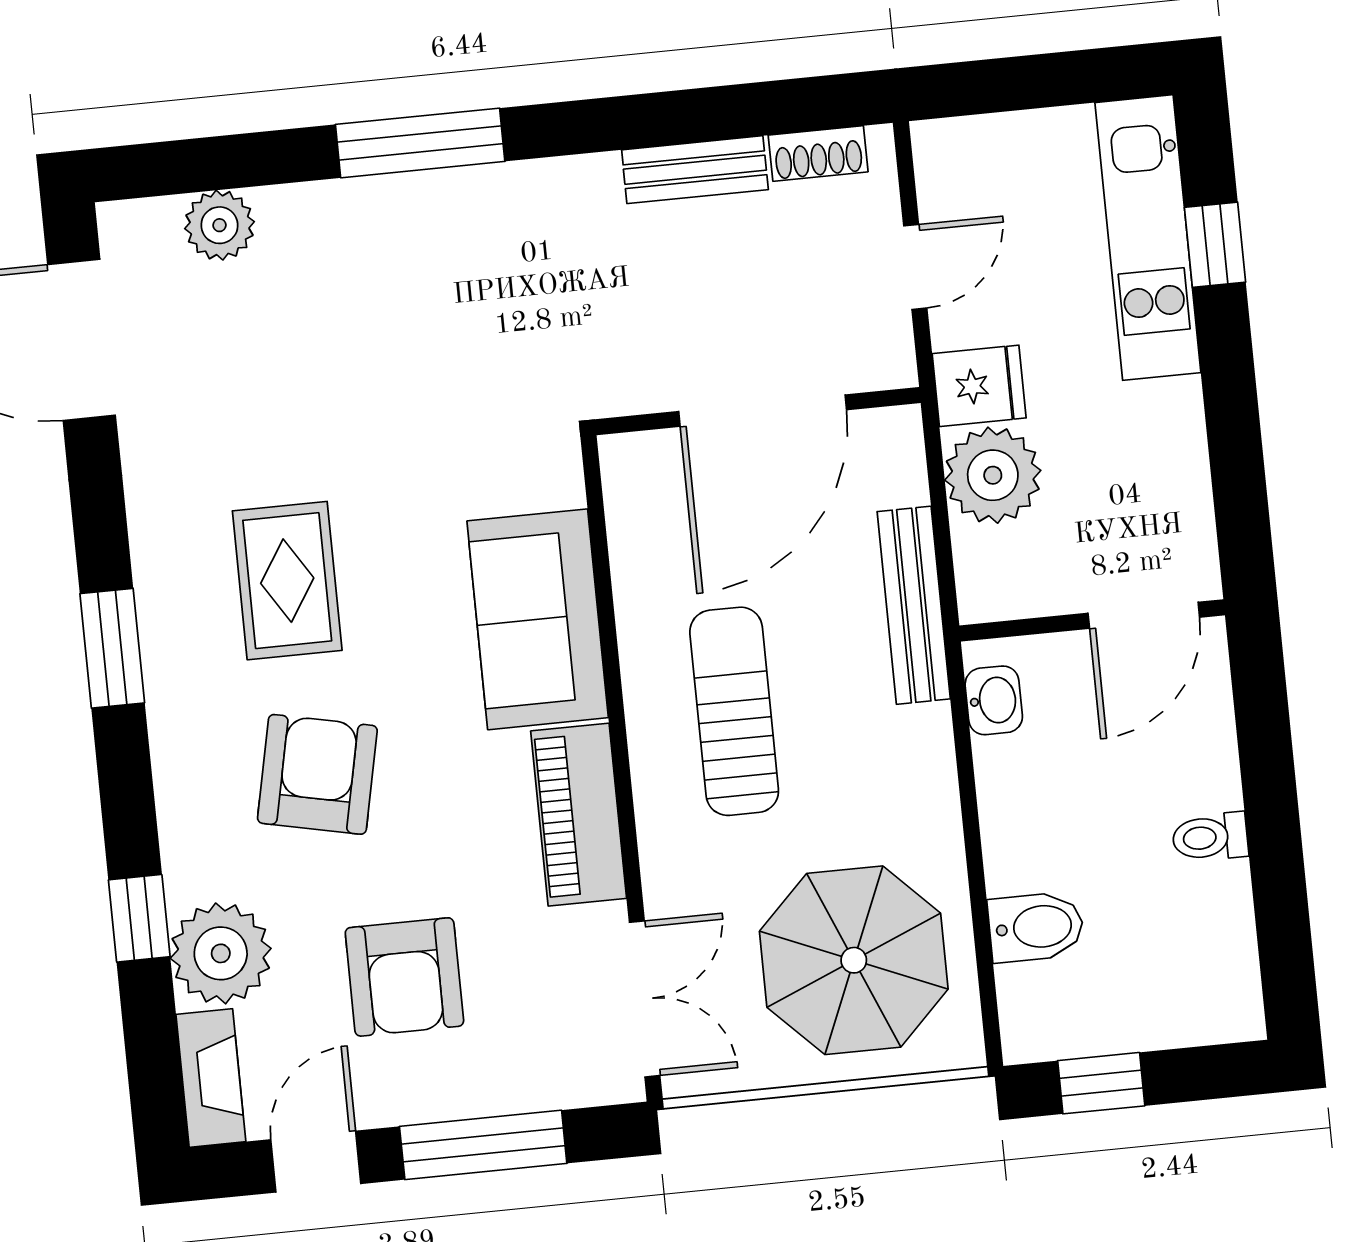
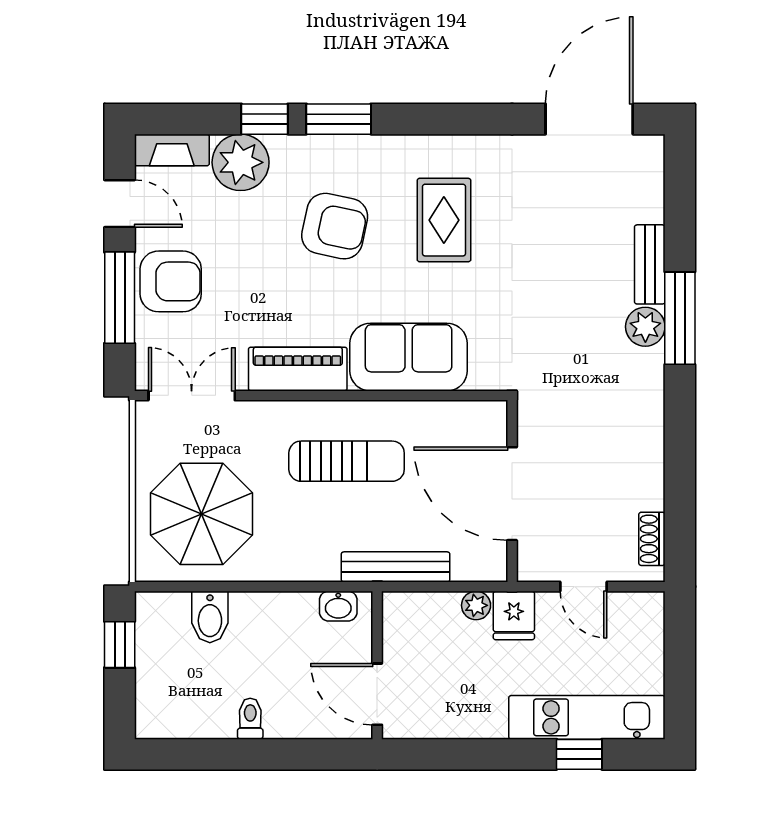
bench: (695, 170) -> (650, 264), moved
plant: (220, 225) -> (645, 327), moved
plant: (993, 475) -> (476, 605), width x0.53, depth x0.53
rug: (287, 581) -> (444, 220), turned 90
window: (112, 648) -> (339, 119), moved
armchair: (404, 977) -> (171, 281), moved, turned 180
double door: (645, 999) -> (192, 395), swing flipped

